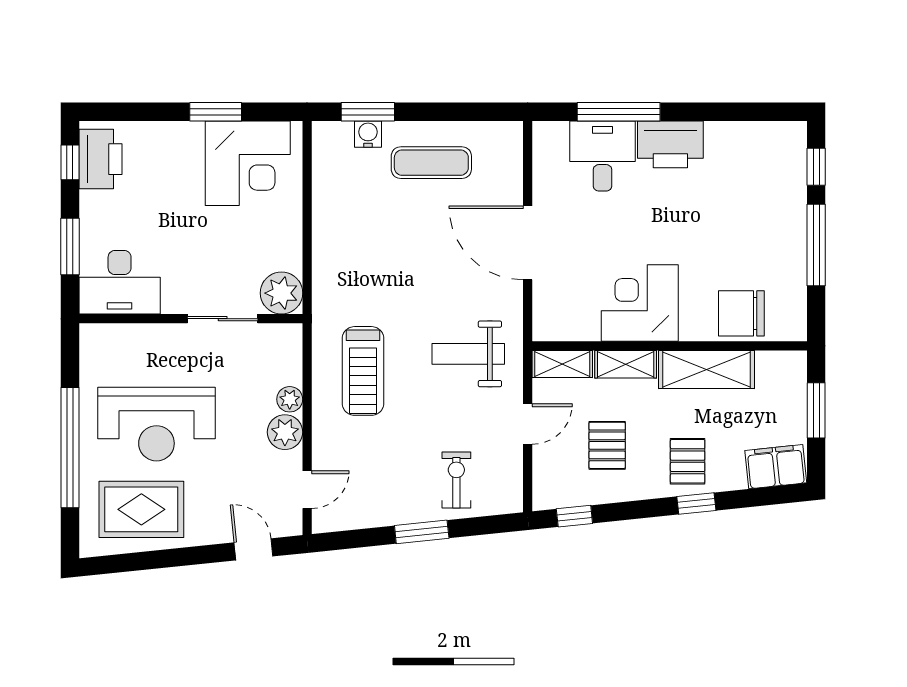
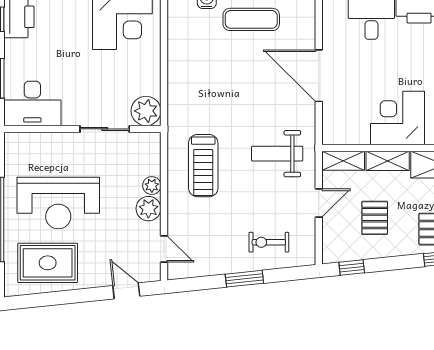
exercise bike: (456, 480) -> (269, 242), turned -90
door: (307, 490) -> (164, 249), hinge flipped

